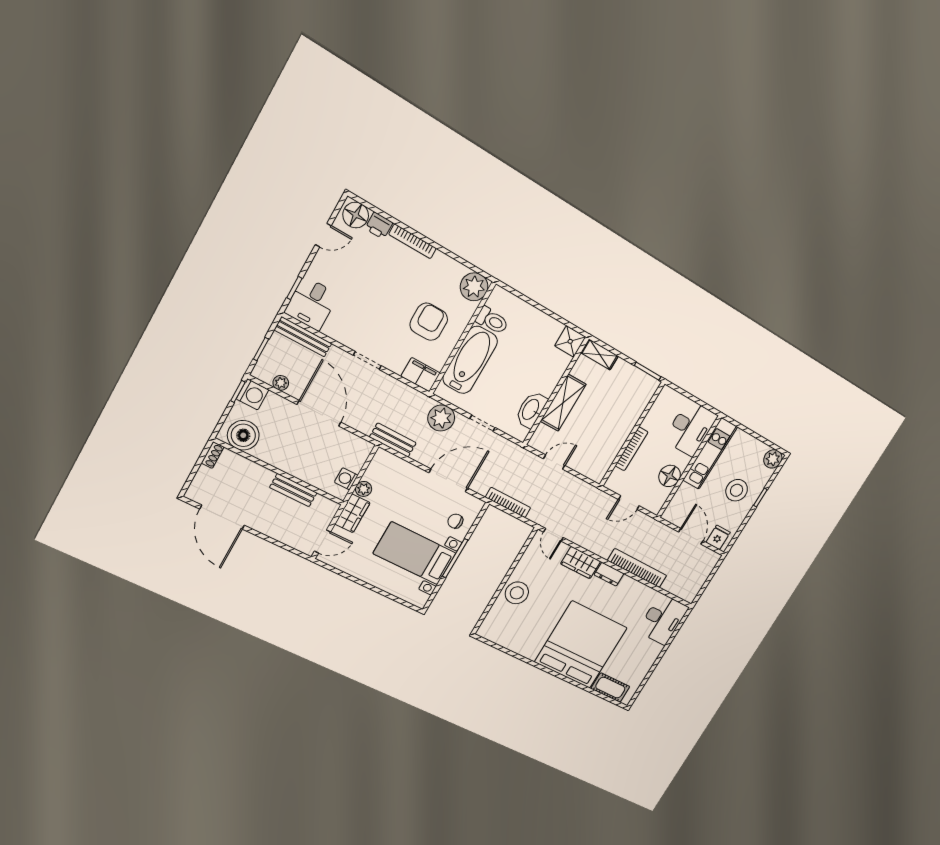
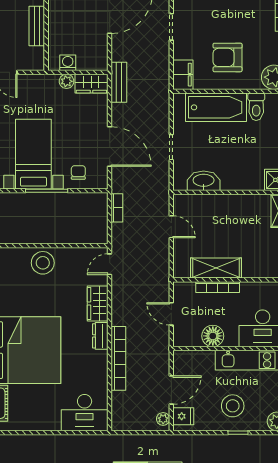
armchair: (429, 322) -> (228, 57), turned 180
shelving: (563, 403) -> (216, 268), moved
plant: (441, 418) -> (163, 419), moved, width x0.53, depth x0.53
bookcase: (508, 503) -> (117, 208), width x0.64
wardrobe: (352, 513) -> (91, 84), moved

